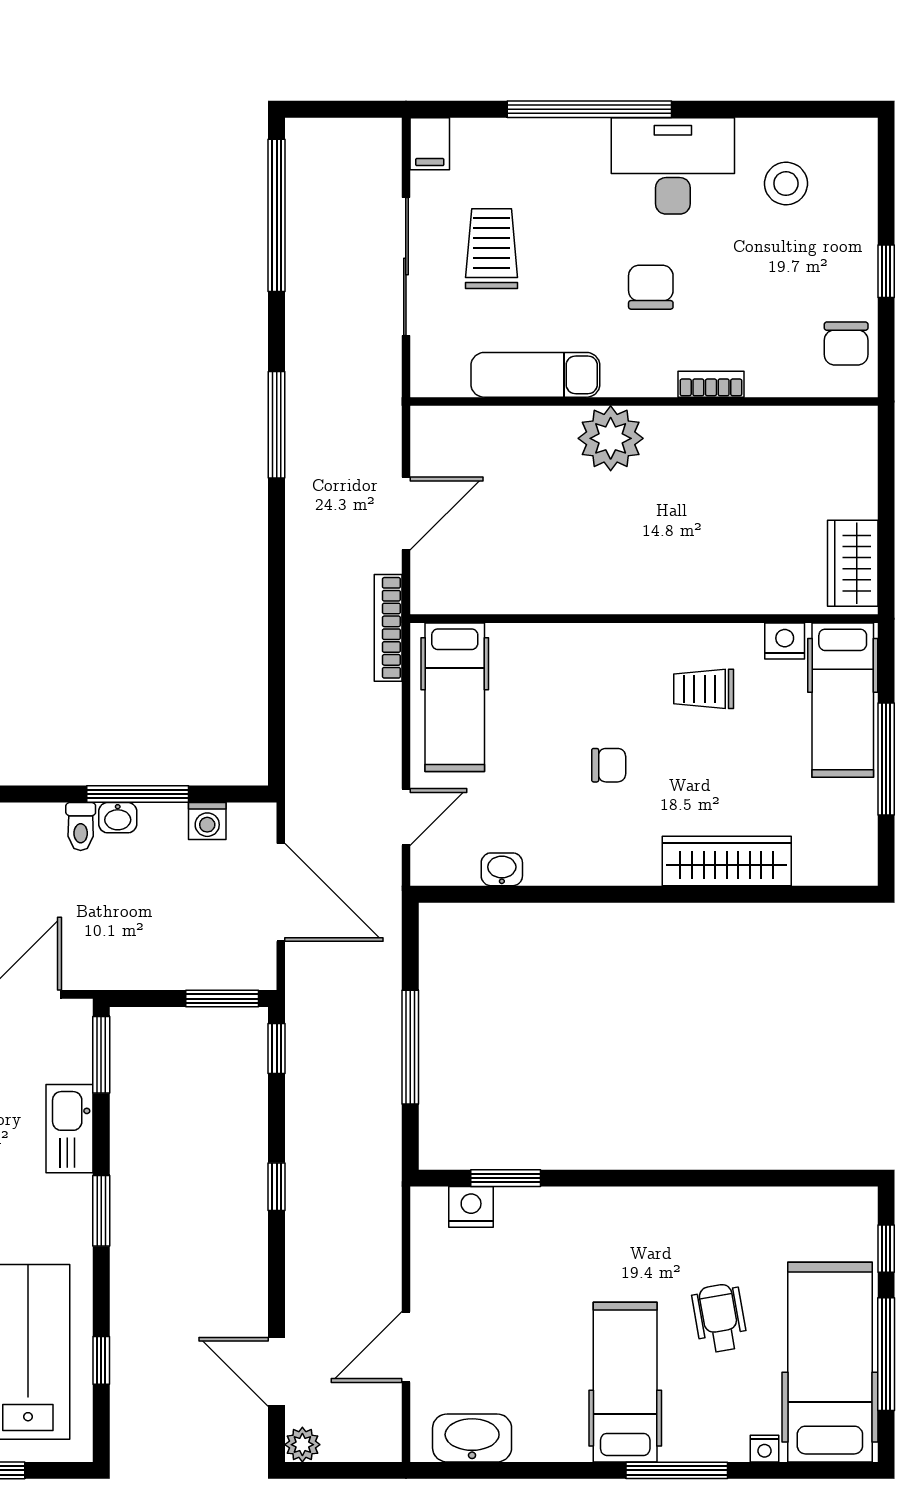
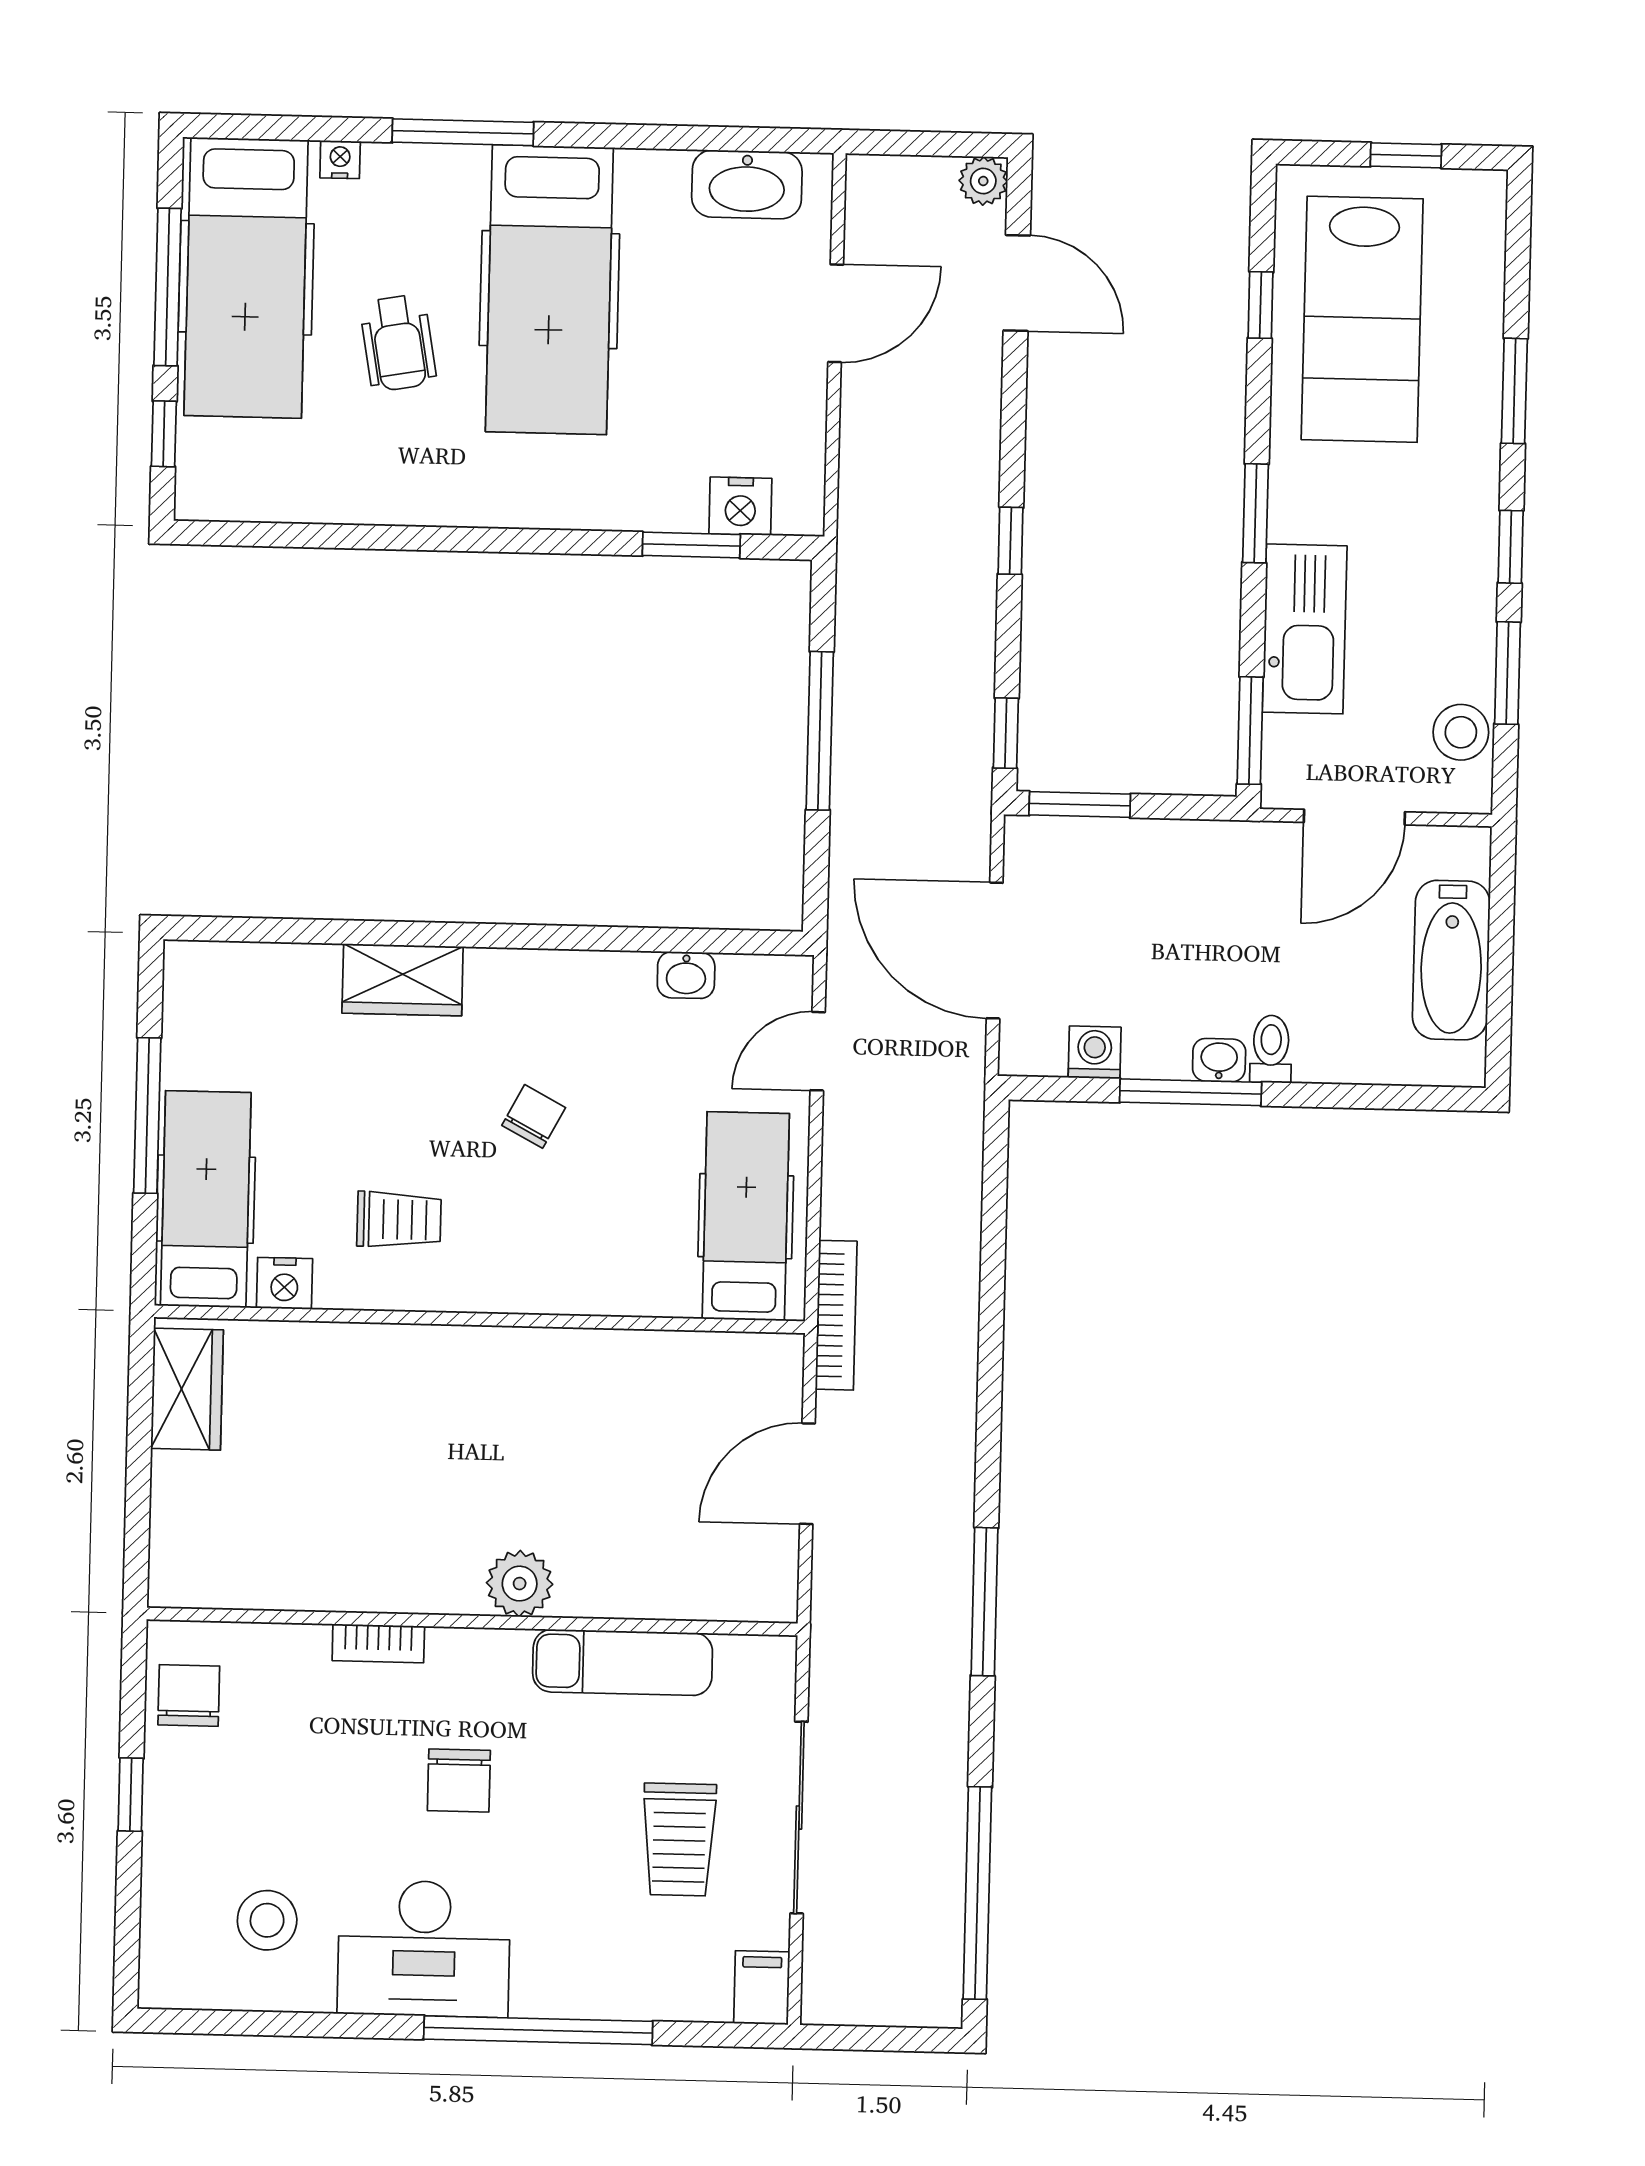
plant: (611, 438) -> (520, 1584), width x0.73, depth x0.73
chair: (609, 765) -> (534, 1116), turned 118
wardrobe: (727, 861) -> (403, 980), width x0.67
kitchen sink: (69, 1129) -> (1305, 629), width x1.36, depth x1.24
hospital bed: (625, 1382) -> (549, 290), width x1.37, depth x1.29

